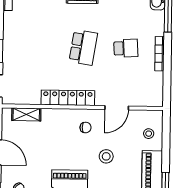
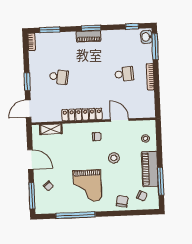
school desk: (83, 47) -> (59, 77), moved, width x0.54
door: (117, 108) -> (120, 120), swing flipped

